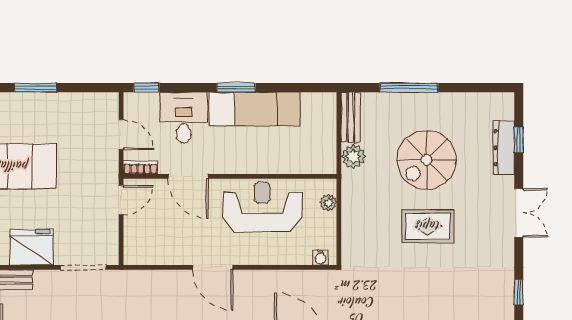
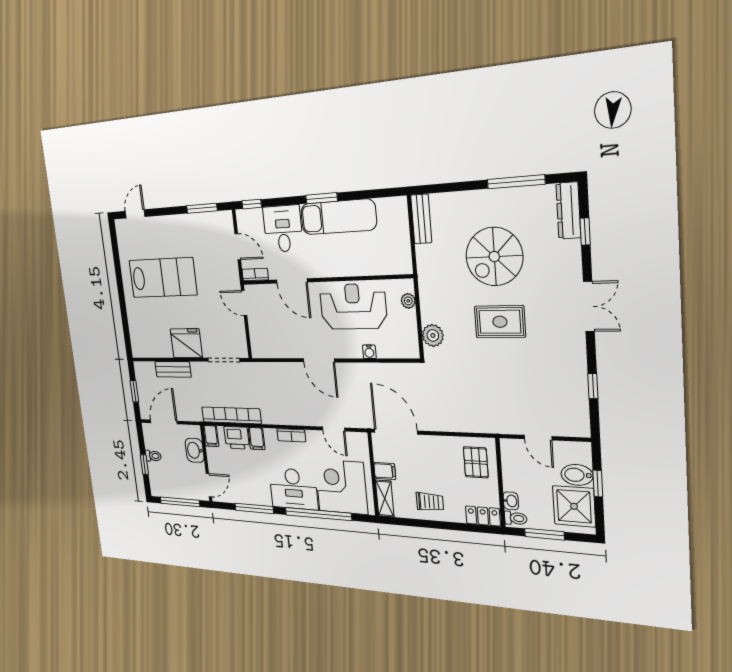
window: (35, 88) -> (202, 208), moved
window: (409, 88) -> (516, 182), moved
dresser: (504, 148) -> (568, 211), moved
plant: (353, 156) -> (433, 335), moved
door: (121, 200) -> (244, 303), swing flipped
water cooler: (320, 258) -> (369, 352), moved

